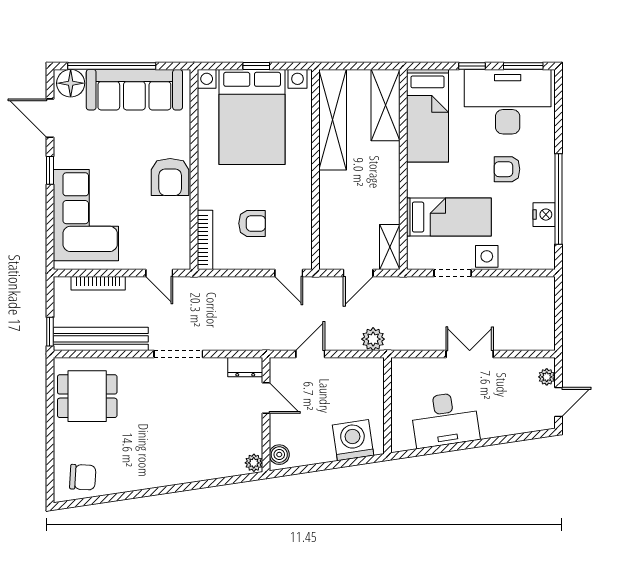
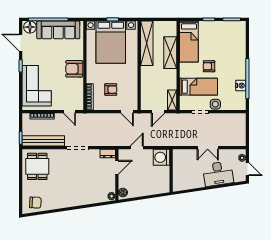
desk: (508, 102) -> (225, 35), removed
shelving: (386, 105) -> (170, 53), moved
armchair: (507, 169) -> (209, 66), moved
armchair: (170, 177) -> (74, 69), turned 90
plant: (373, 339) -> (165, 141), removed
double door: (470, 354) -> (208, 148), swing flipped
dining table: (87, 396) -> (37, 166), turned 90
door: (266, 398) -> (117, 167), hinge flipped
door: (559, 402) -> (247, 169), hinge flipped
desk: (445, 419) -> (218, 174), moved
washing machine: (353, 440) -> (161, 157), moved, turned -82

